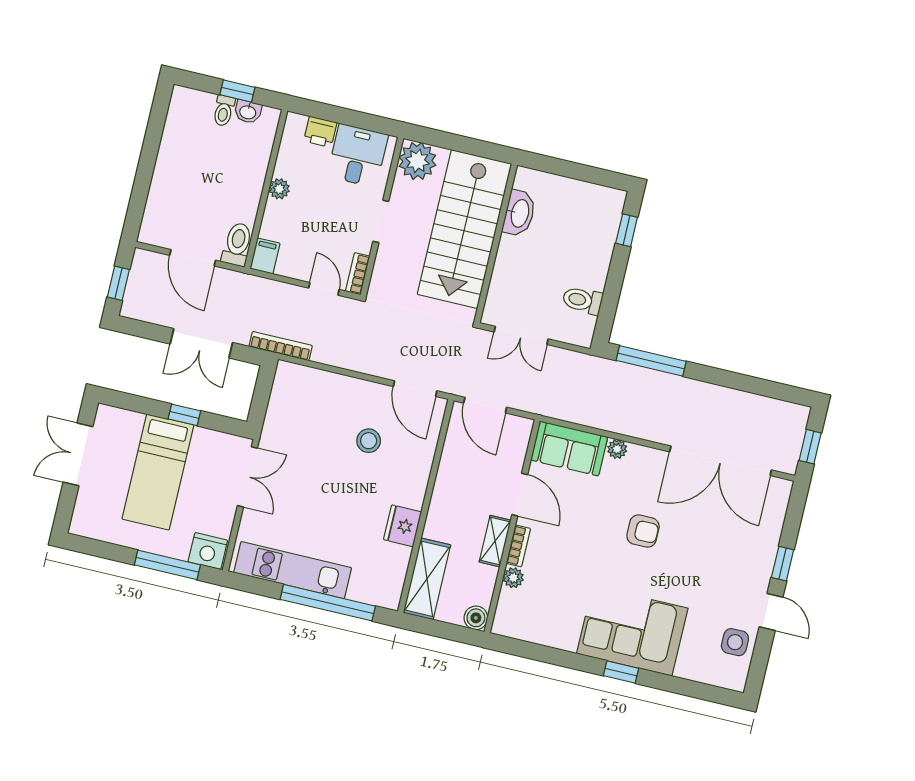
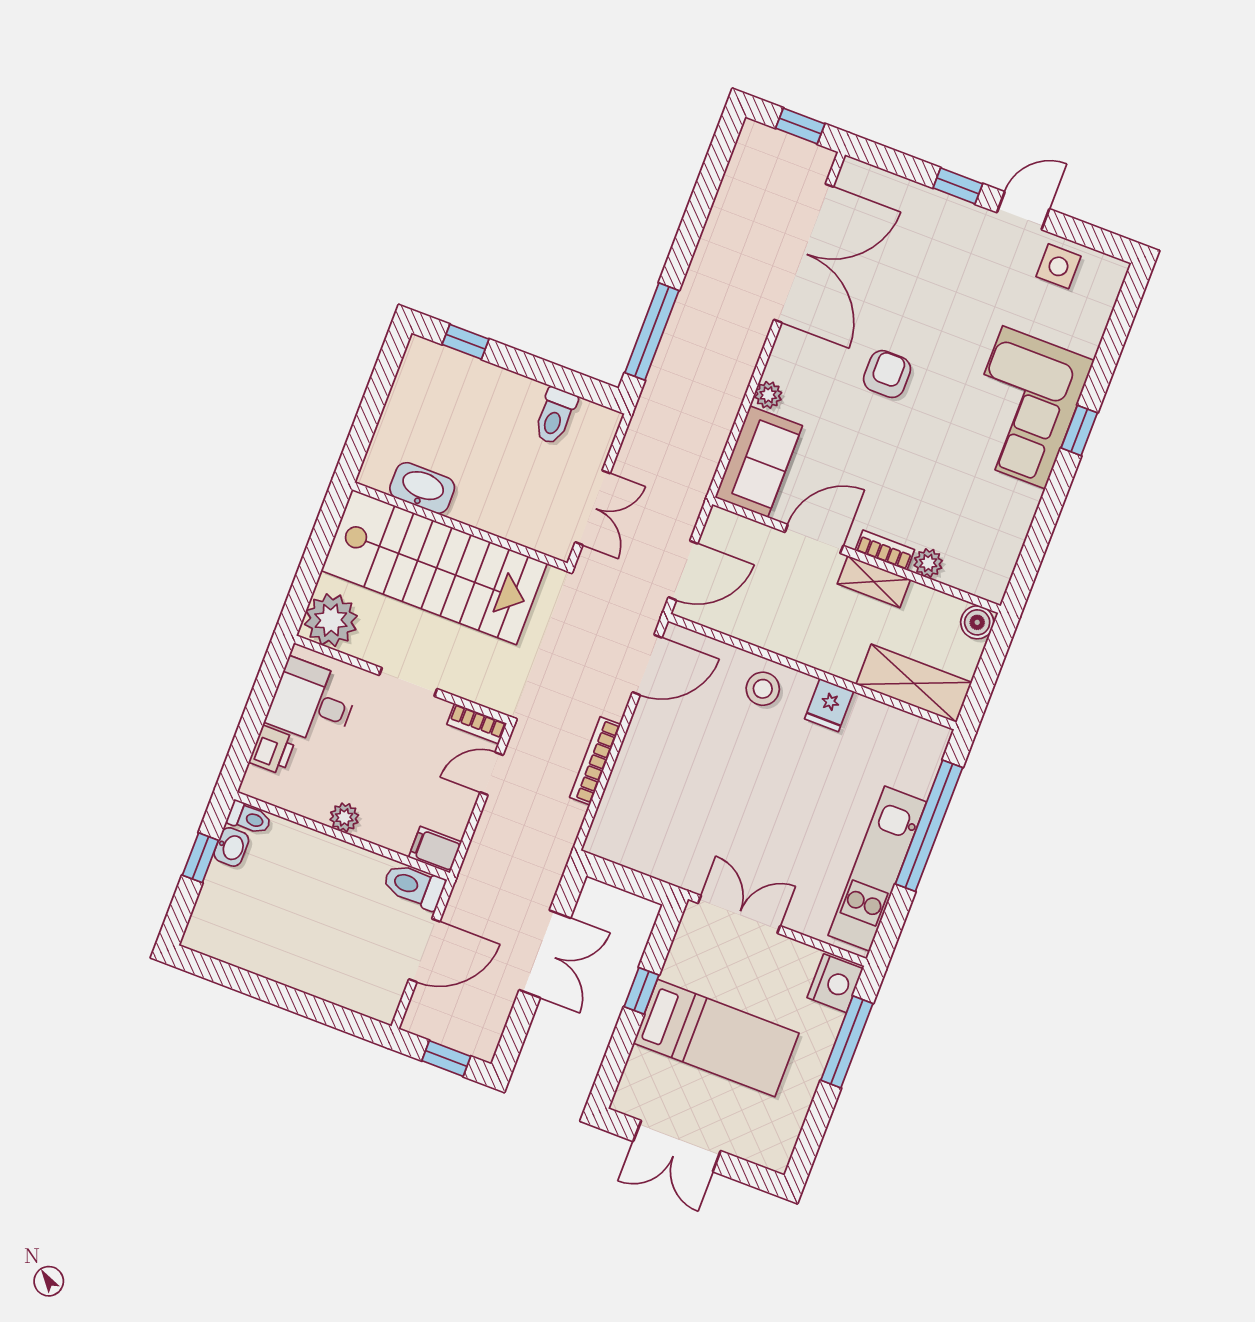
toilet: (224, 111) -> (249, 818), moved
bookcase: (281, 346) -> (595, 761), moved
stool: (369, 441) -> (763, 689), moved
fridge: (403, 526) -> (829, 705), width x0.72

